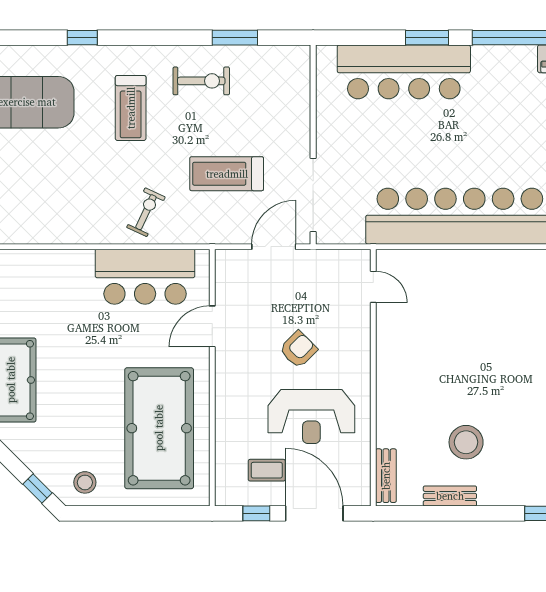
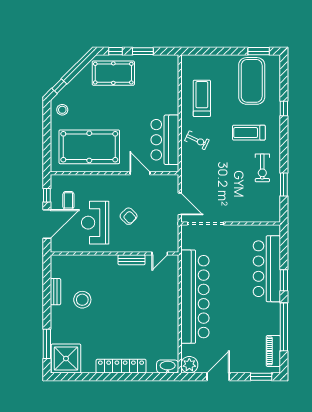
treadmill: (227, 174) -> (202, 98), moved
bench: (386, 476) -> (132, 260), moved

